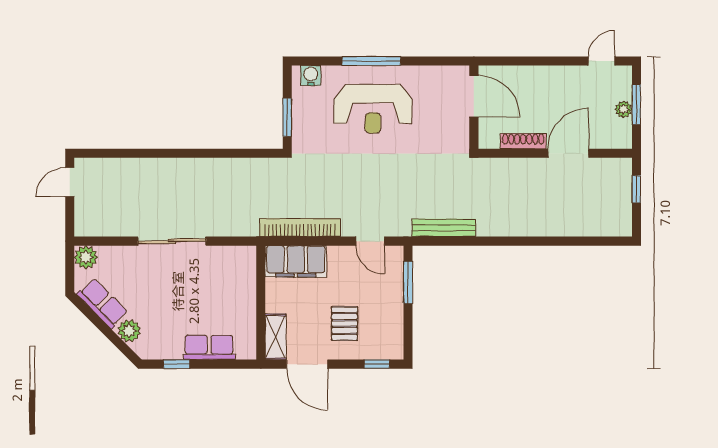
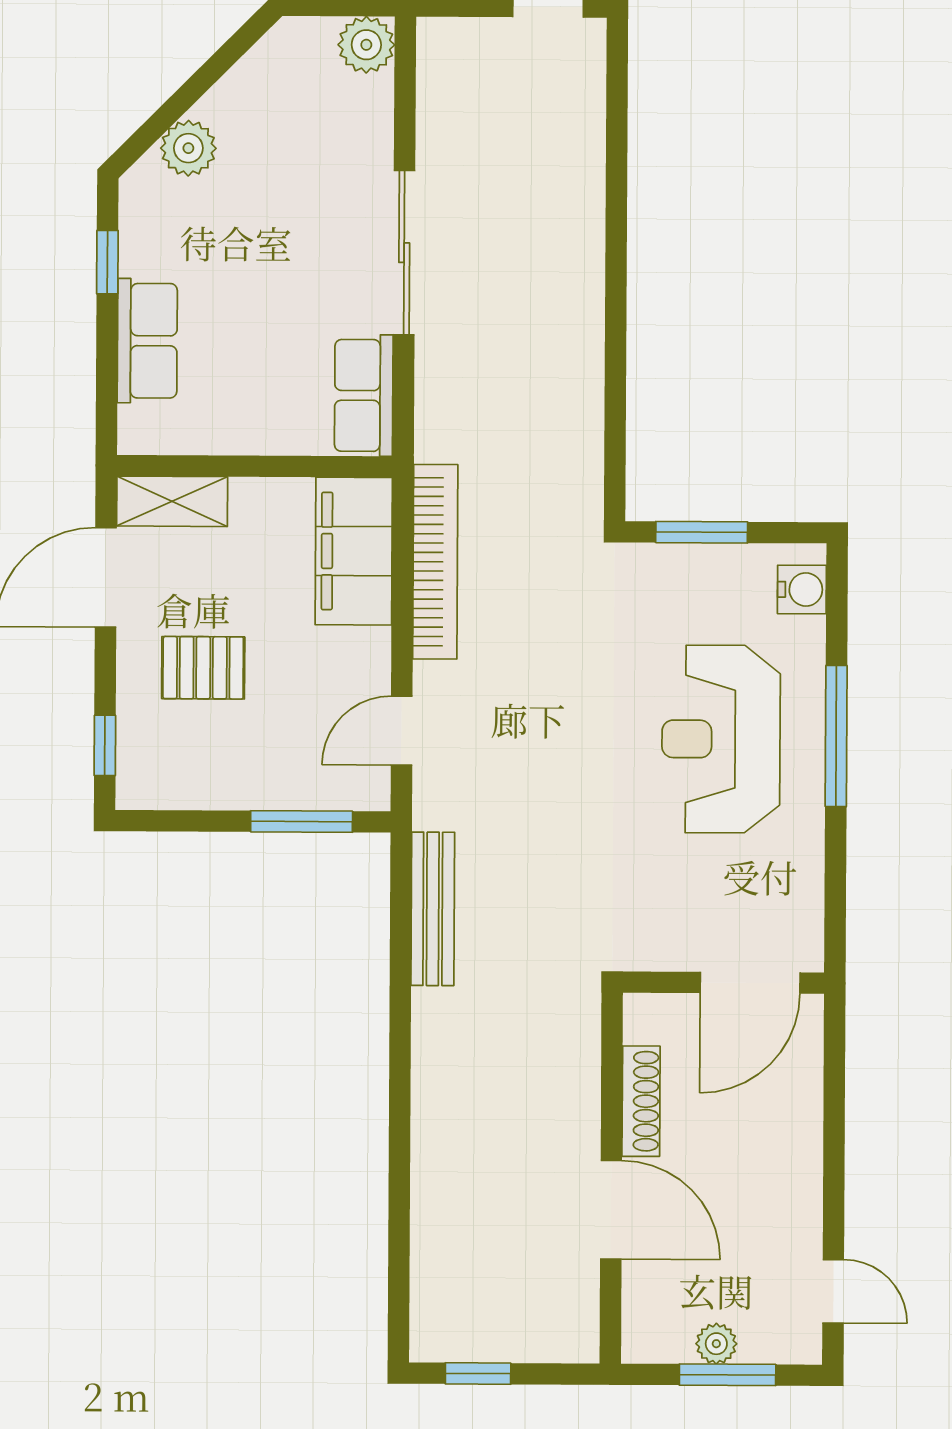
window: (636, 189) -> (478, 1374), moved
row of seats: (102, 303) -> (364, 395), moved, turned 135

